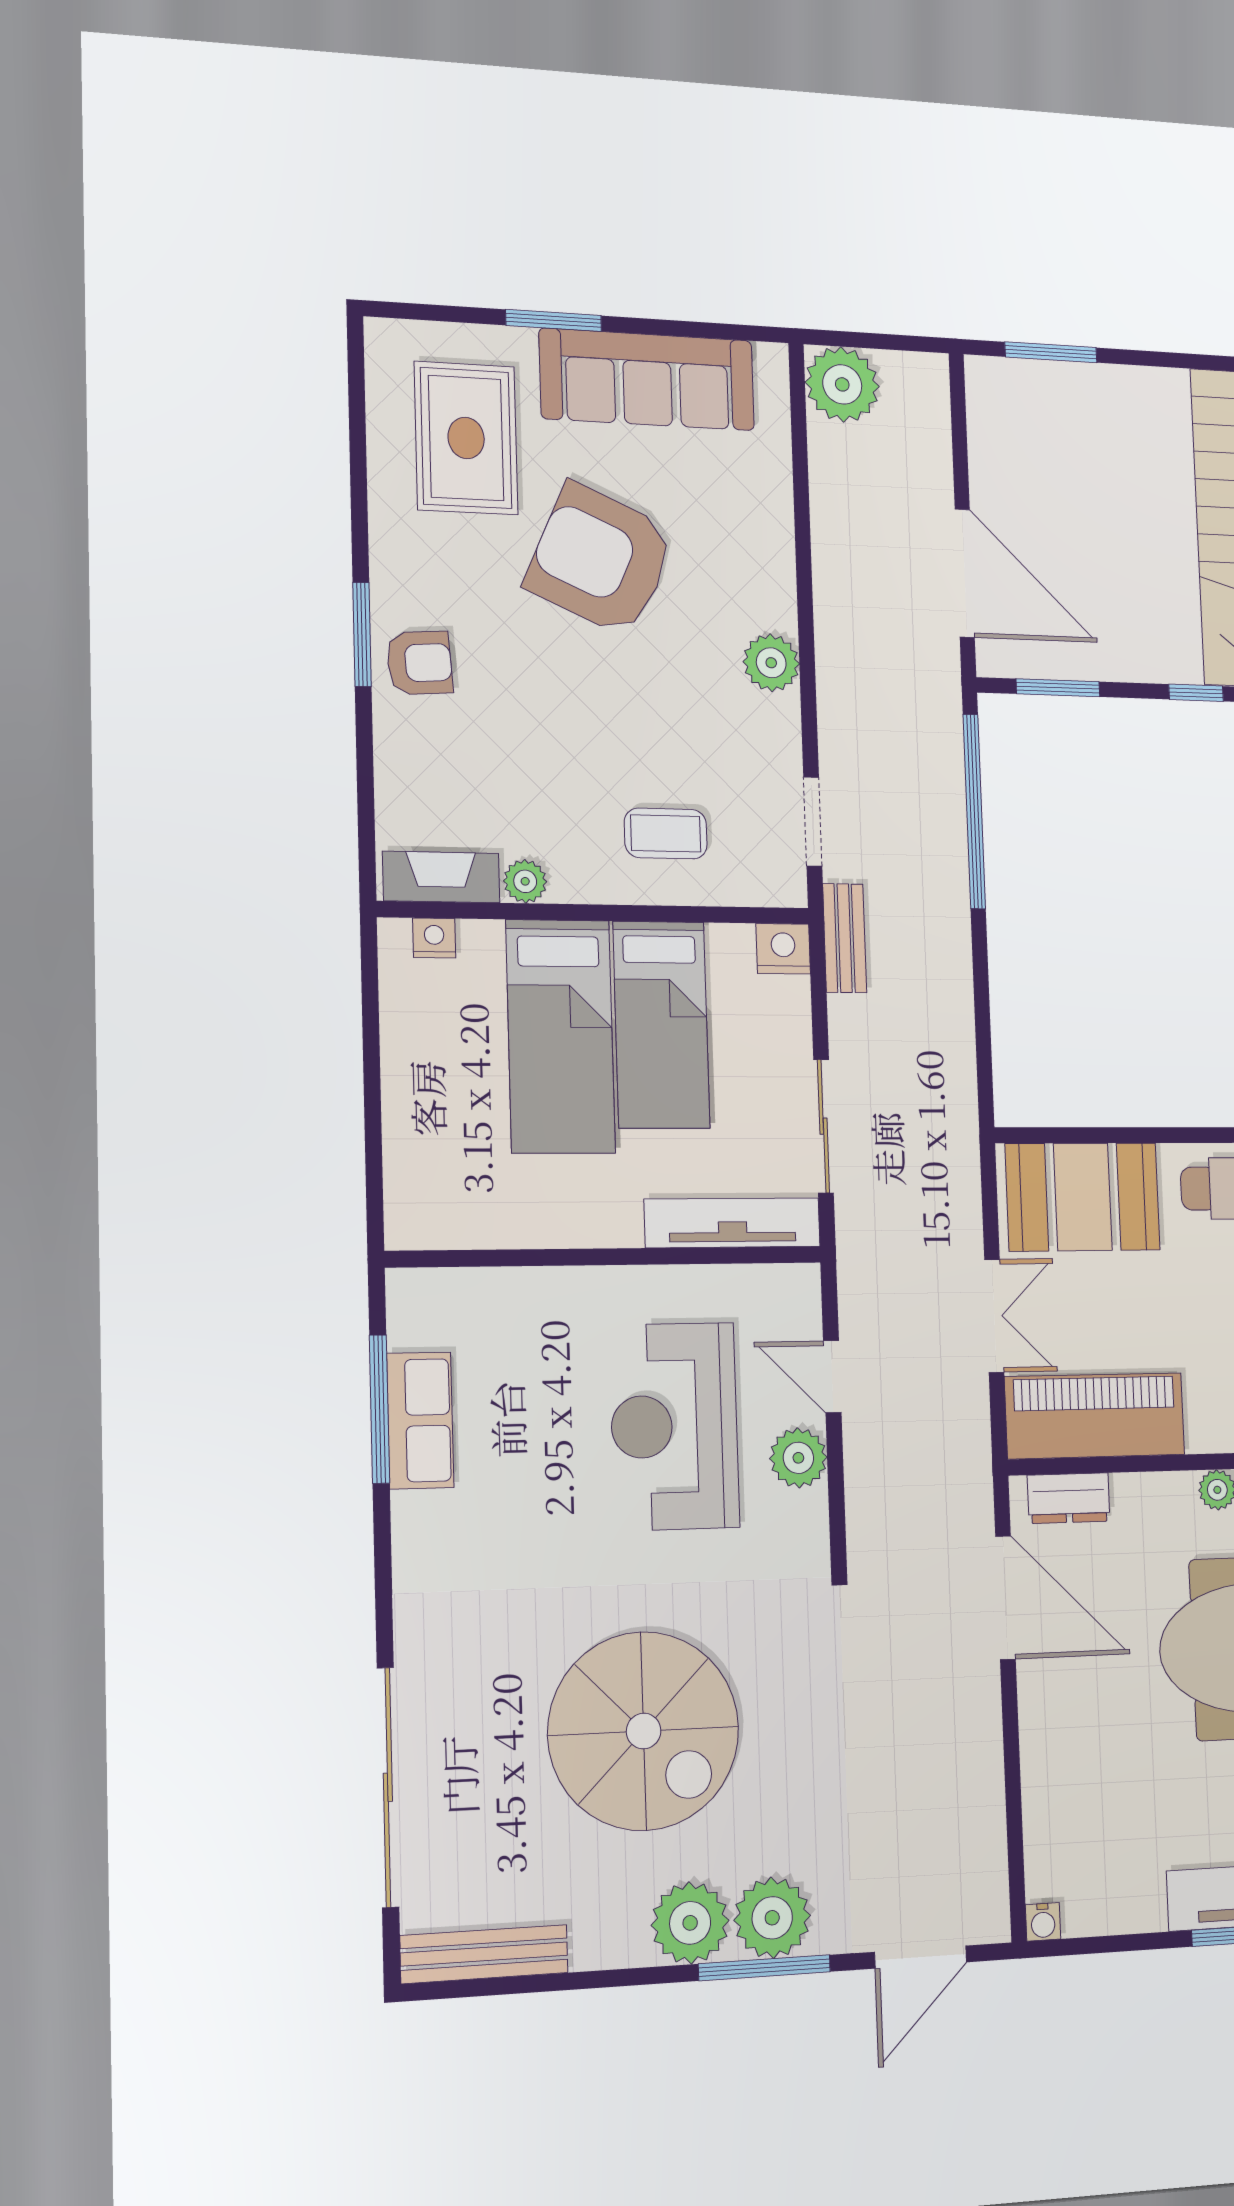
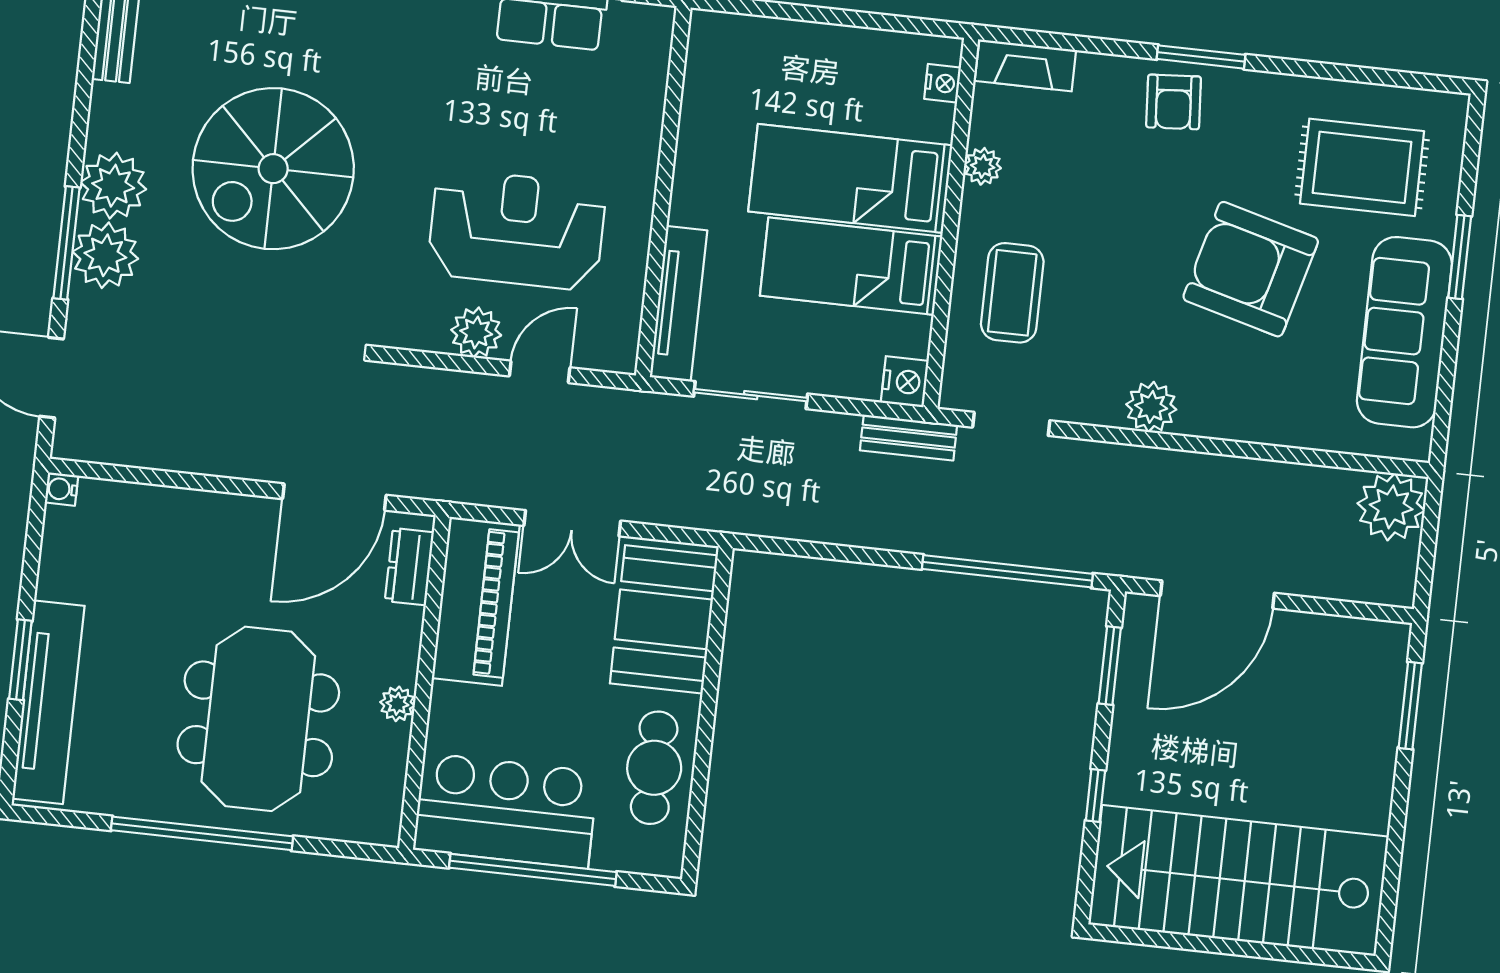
armchair: (601, 560) -> (1251, 269), turned -99
coffee table: (666, 834) -> (1012, 293), width x1.36, depth x1.30
fireplace: (441, 877) -> (1025, 65), moved, turned 90

